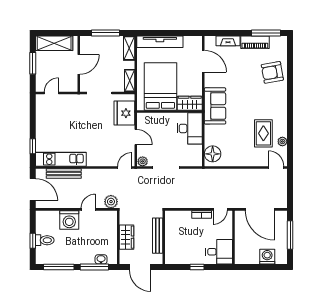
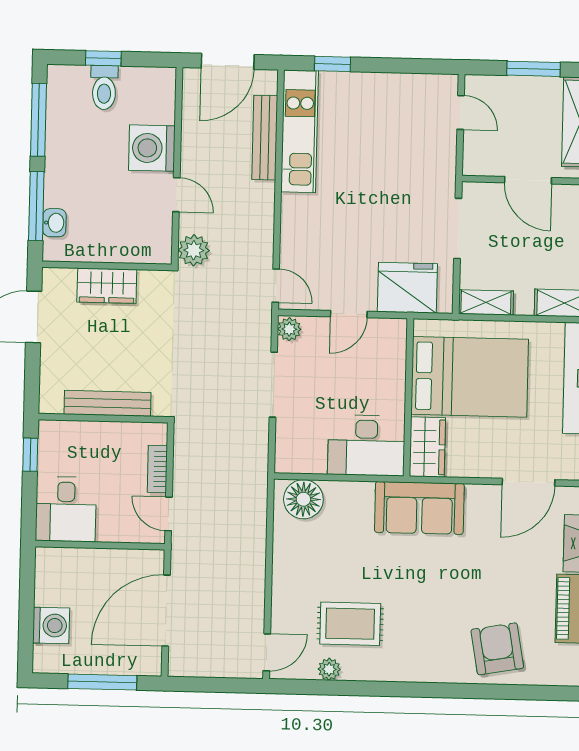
bench: (158, 236) -> (108, 403), moved
wall: (164, 237) -> (103, 418), moved

